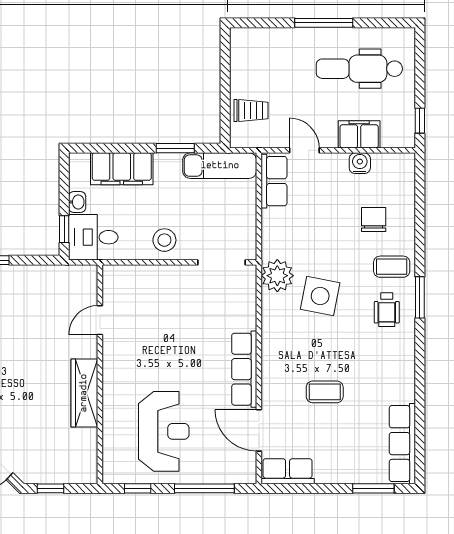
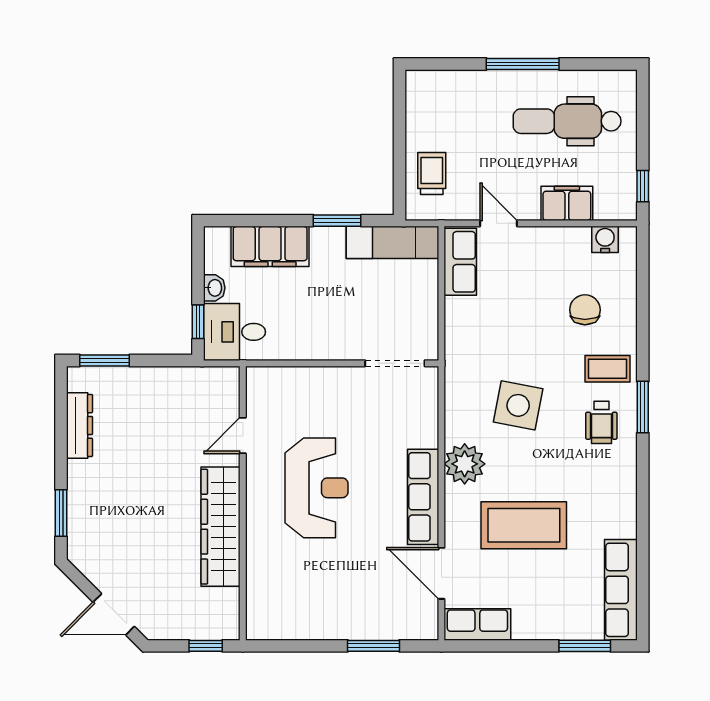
trolley: (251, 110) -> (432, 173), turned -90
water cooler: (360, 163) -> (605, 239), moved
stool: (164, 240) -> (323, 335), removed
plant: (277, 276) -> (465, 464), moved
coffee table: (325, 392) -> (524, 525), width x1.86, depth x1.72
wardrobe: (84, 393) -> (221, 527), width x1.40, depth x1.17
reception desk: (164, 431) -> (317, 488), moved
window: (51, 488) -> (206, 646), moved
window: (138, 488) -> (290, 646), removed
window: (204, 488) -> (373, 646), width x0.69

